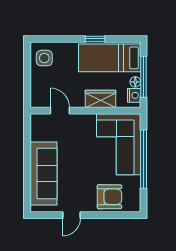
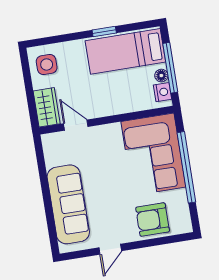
wardrobe: (101, 99) -> (47, 107), moved, turned 90
armchair: (109, 197) -> (153, 220), turned 180

